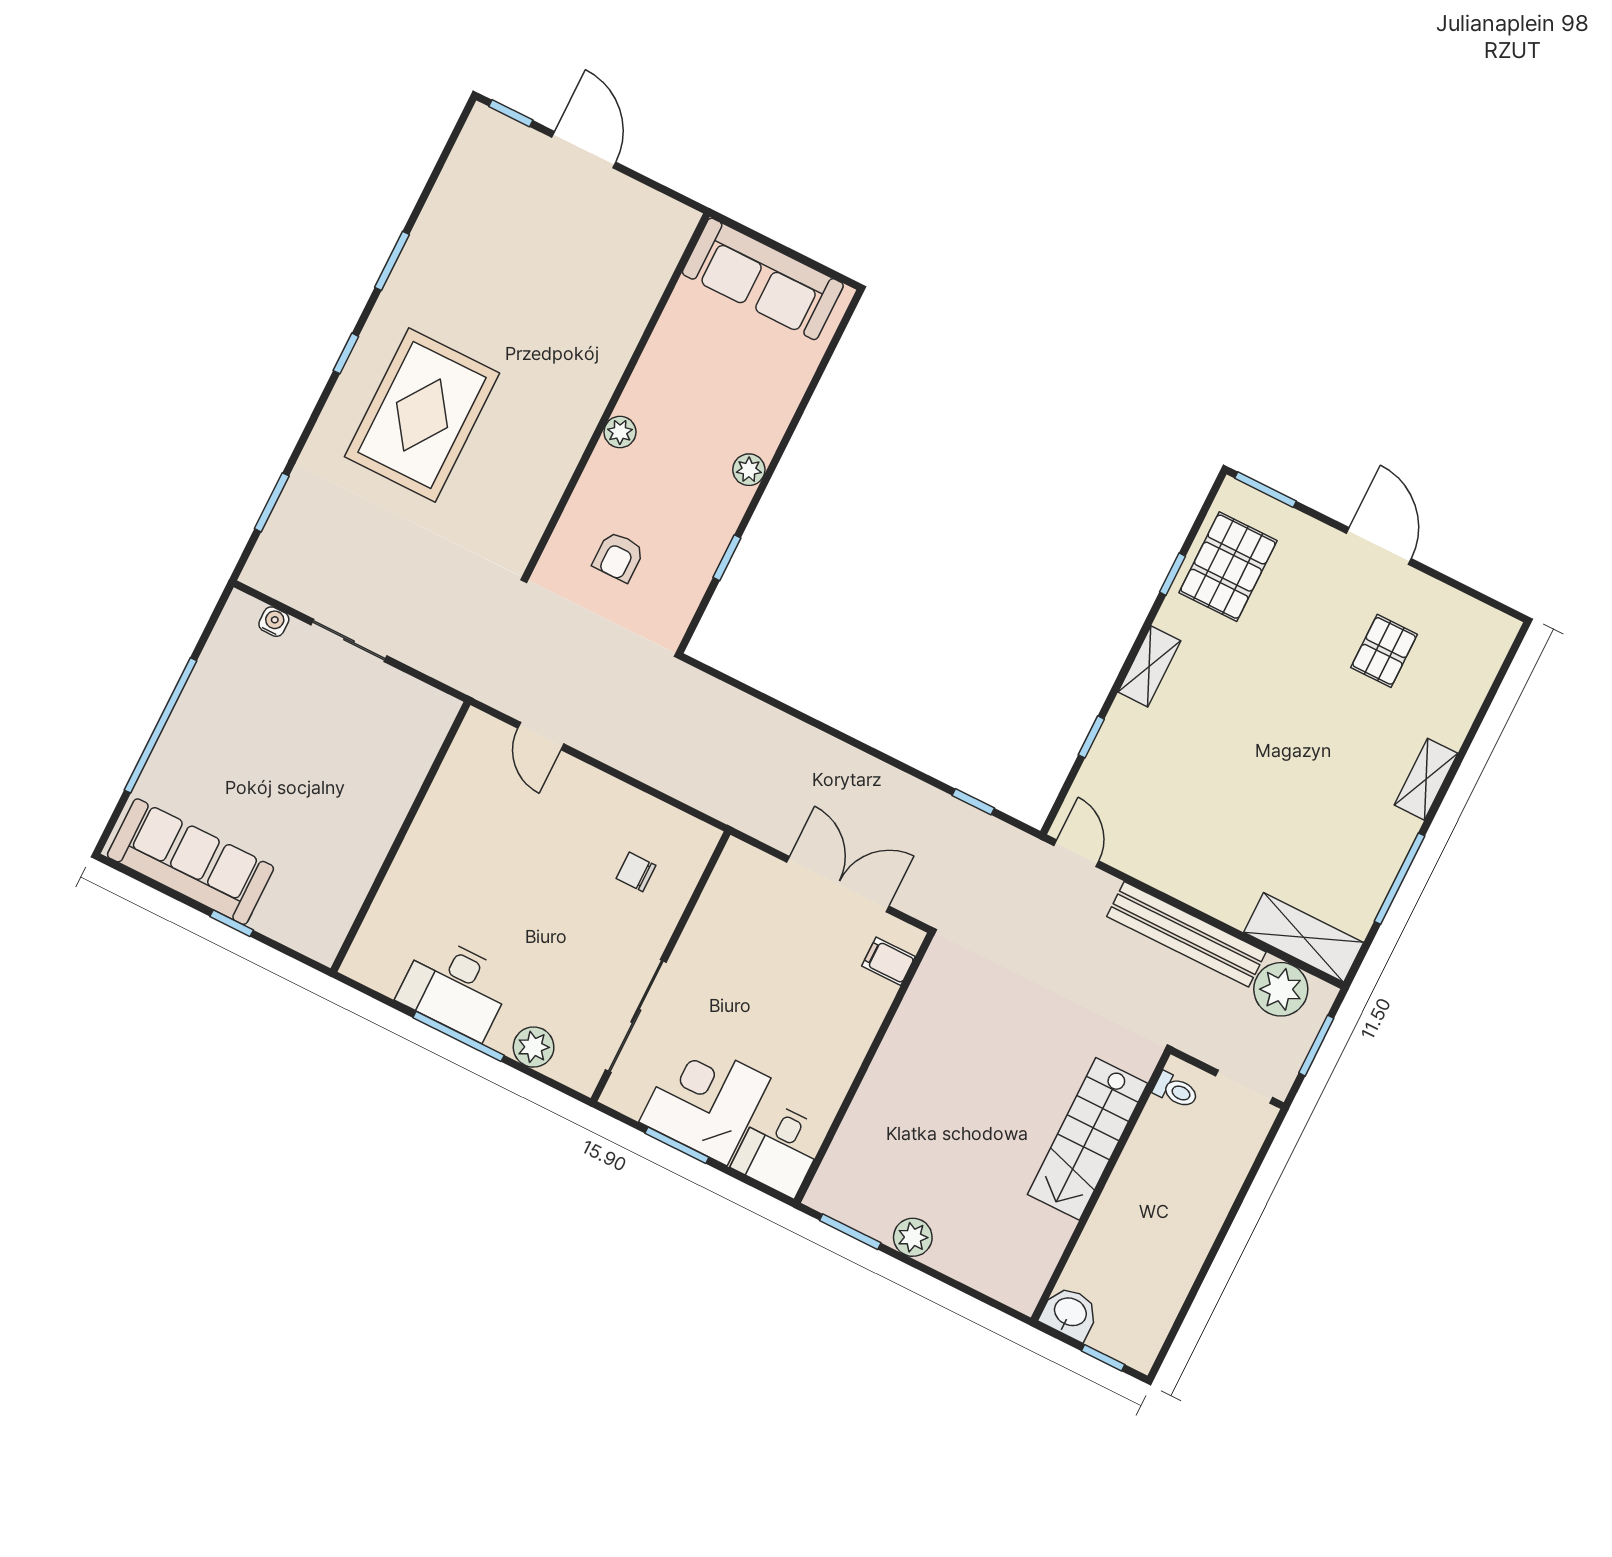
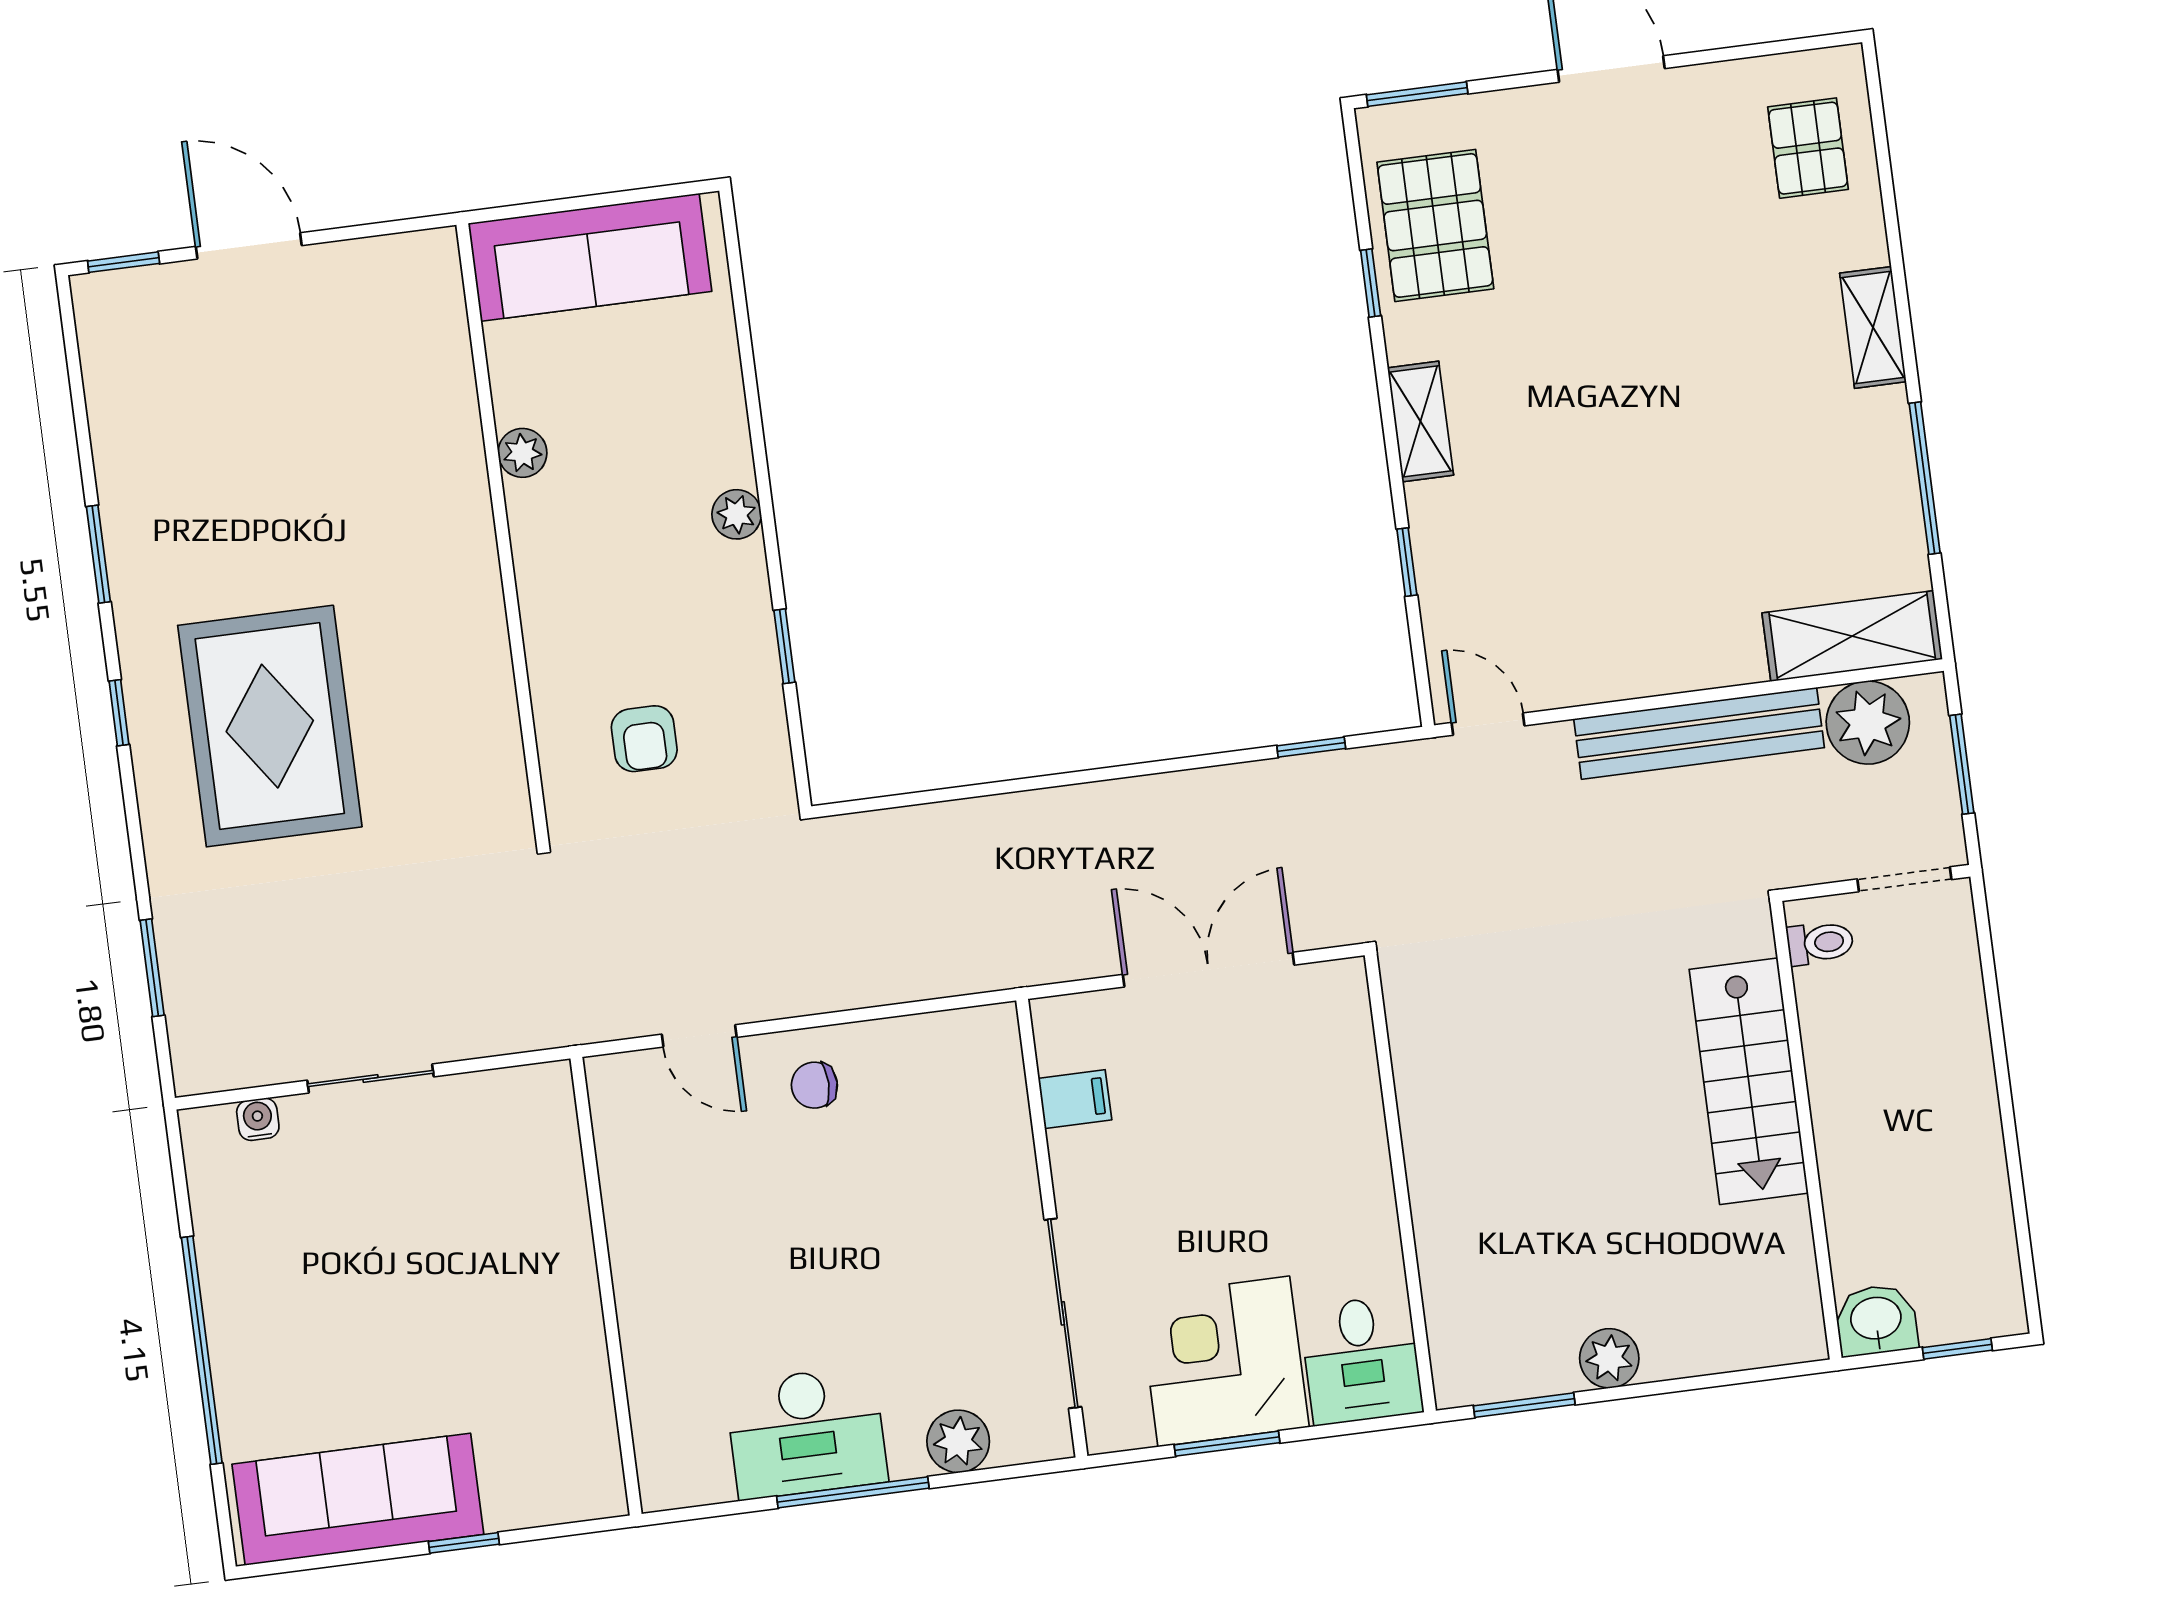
plant: (620, 432) -> (522, 453), moved
pallet: (1384, 651) -> (1808, 148), moved
chair: (636, 872) -> (814, 1085), moved
filing cabinet: (888, 961) -> (1075, 1099), moved, turned 180

